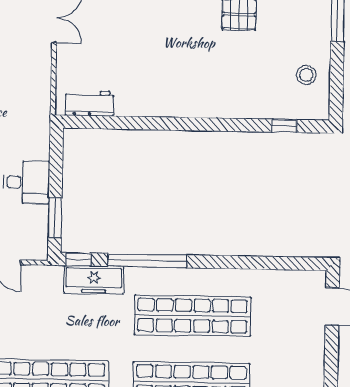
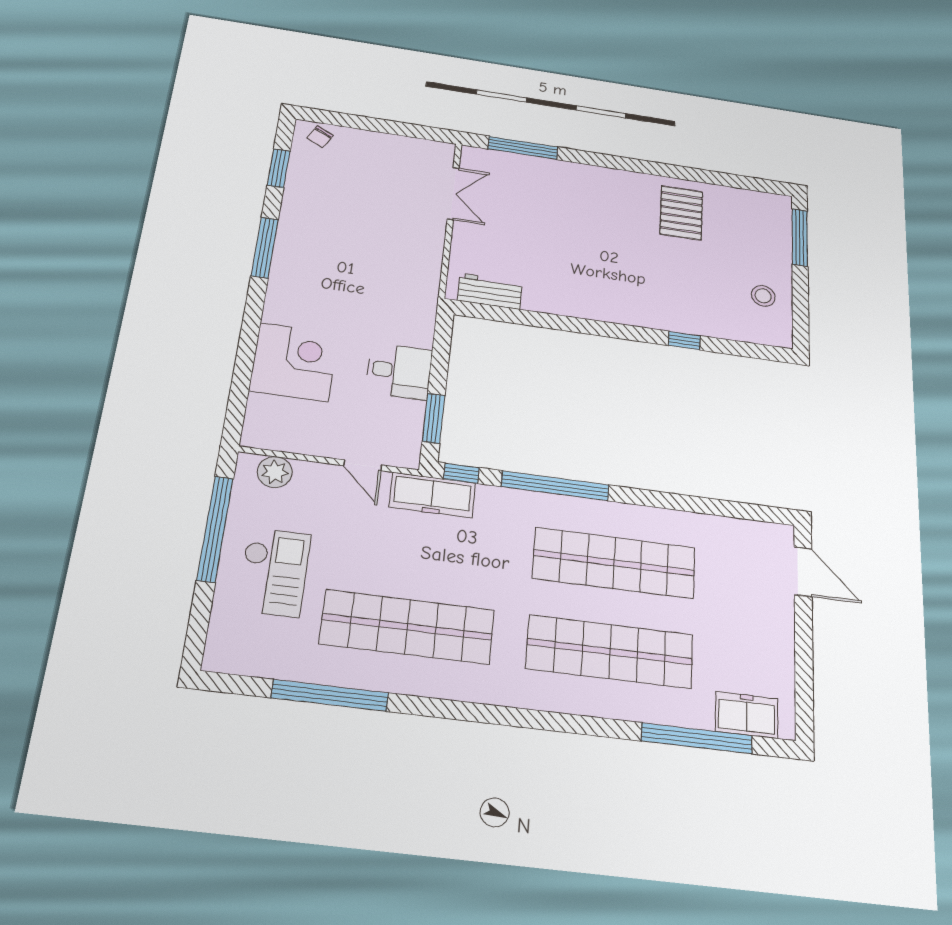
window: (284, 126) -> (684, 341), moved
freezer: (94, 280) -> (432, 495), moved

